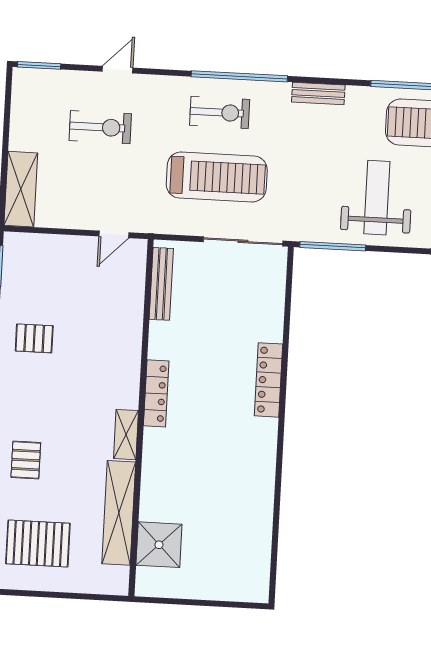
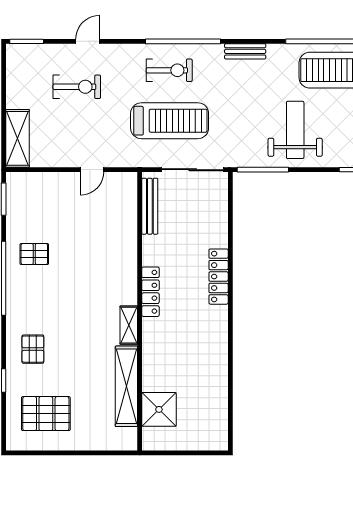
bench: (161, 284) -> (150, 206), moved
locker: (156, 393) -> (150, 292), moved
wall: (141, 418) -> (140, 311), moved
shelving: (126, 435) -> (129, 325), moved
shelving: (119, 513) -> (126, 386), moved
shower: (159, 545) -> (159, 409), moved

